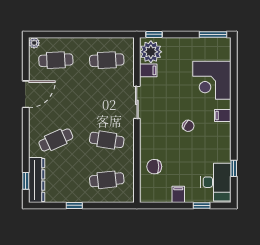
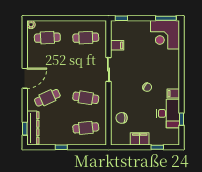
plant: (151, 52) -> (119, 31), removed
corner desk: (212, 80) -> (165, 35), moved
door: (26, 94) -> (25, 78), moved
filing cabinet: (223, 116) -> (173, 94), moved
desk: (216, 182) -> (168, 113), moved
filing cabinet: (178, 194) -> (140, 139), width x2.00

